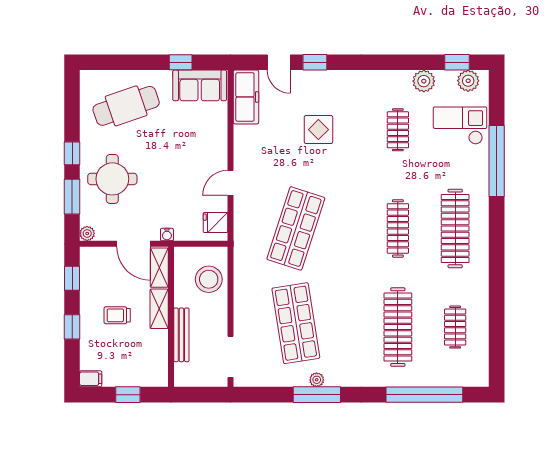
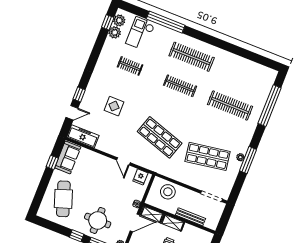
plant: (424, 81) -> (115, 32), moved
clothes rail: (455, 327) -> (242, 76), removed

